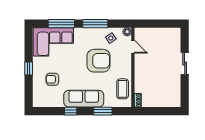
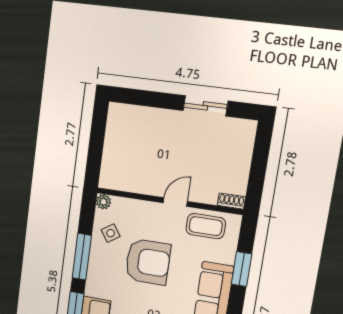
door: (133, 47) -> (175, 202), moved
armchair: (98, 61) -> (148, 262), turned 90
sliding door: (185, 64) -> (205, 106), moved

